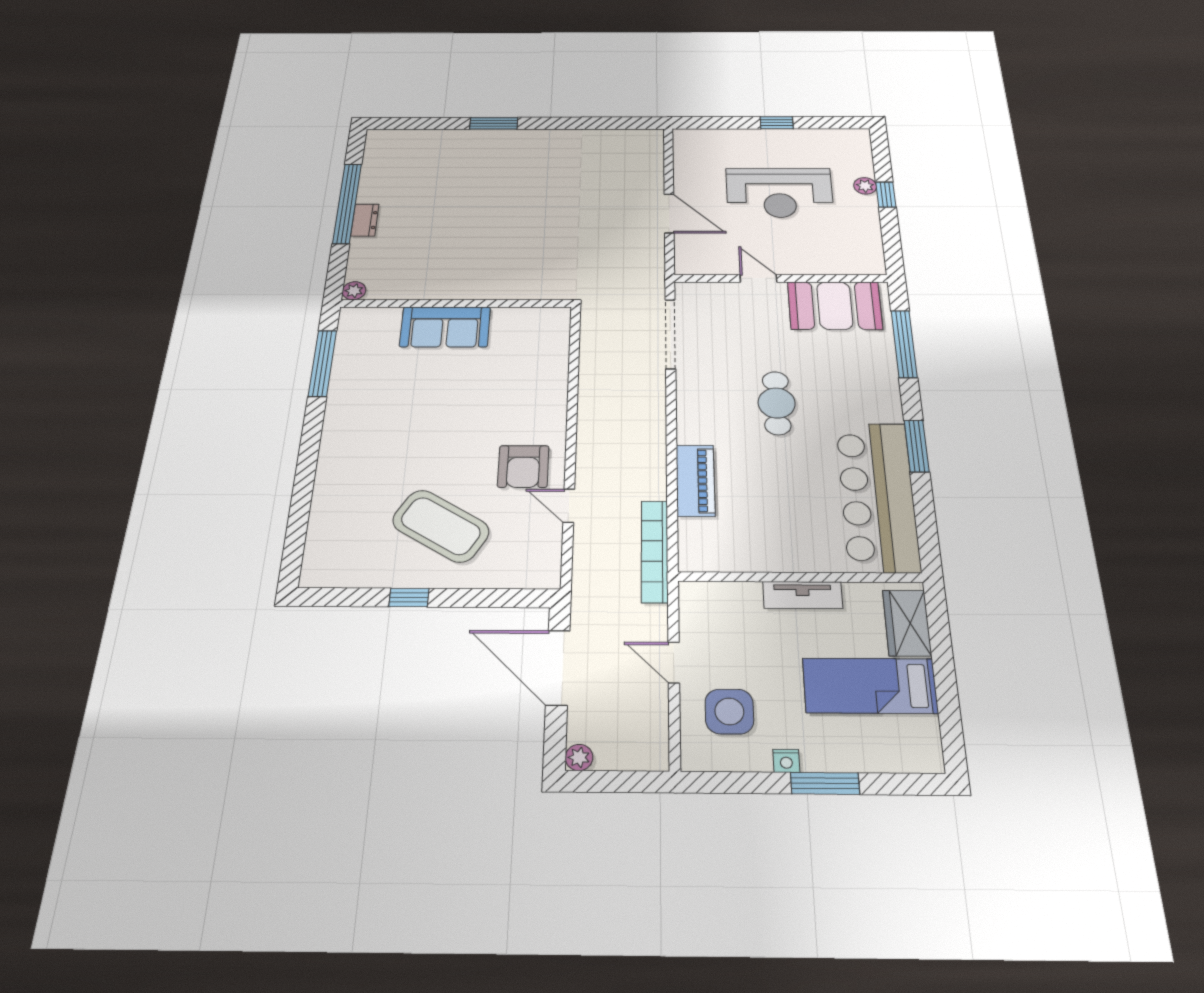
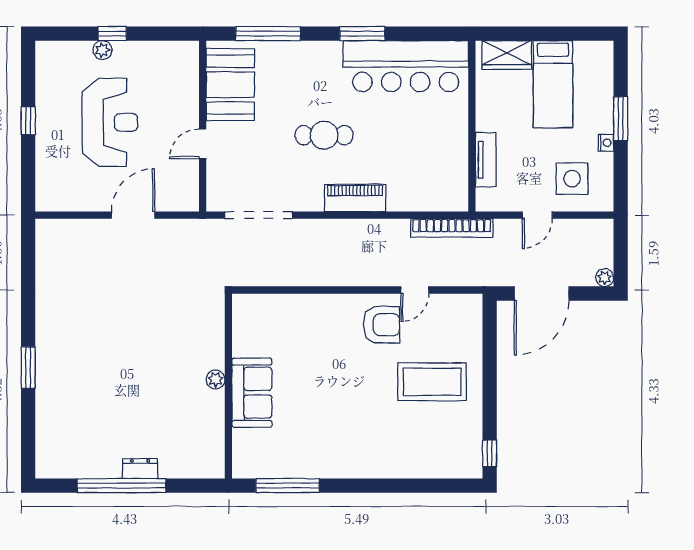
plant: (354, 291) -> (215, 379), moved
piano: (695, 480) -> (355, 198), moved
coffee table: (441, 526) -> (432, 382), turned 59
tv unit: (803, 595) -> (486, 160), moved
window: (409, 598) -> (490, 453), moved

